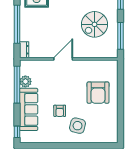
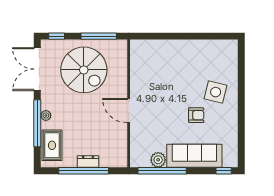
spiral stairs: (95, 24) -> (84, 70), width x1.37, depth x1.37
dresser: (24, 50) -> (88, 161), moved
armchair: (98, 93) -> (173, 65), removed

